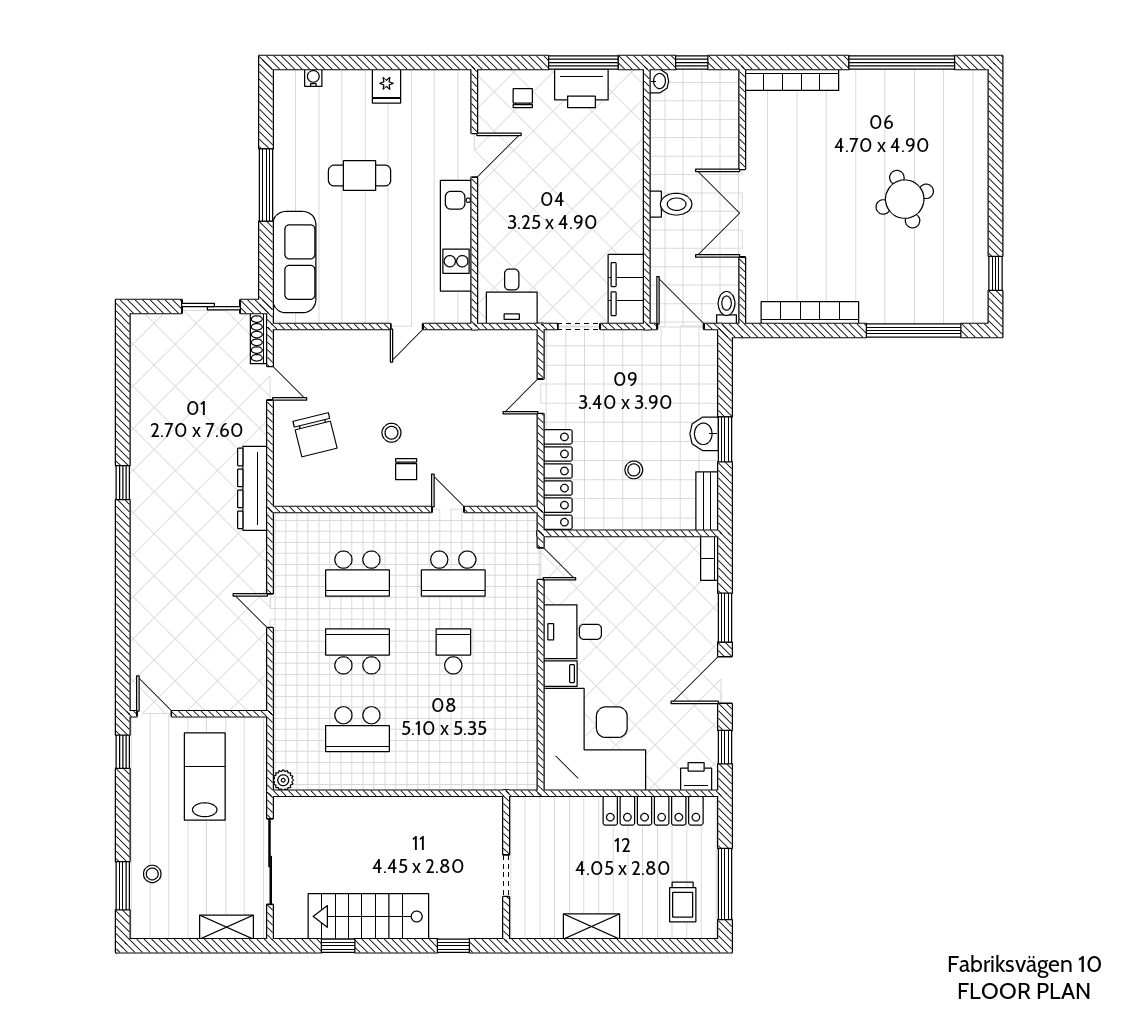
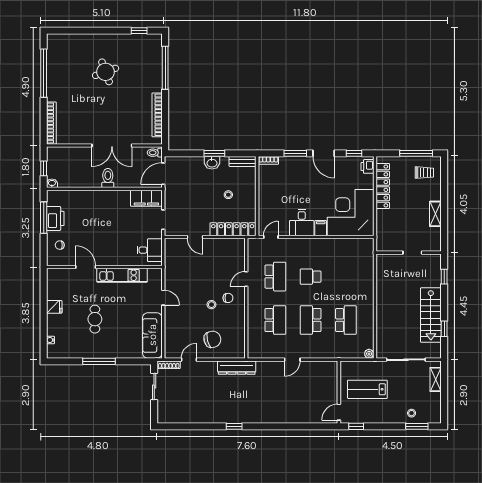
sofa: (294, 262) -> (152, 335), moved, turned -90

